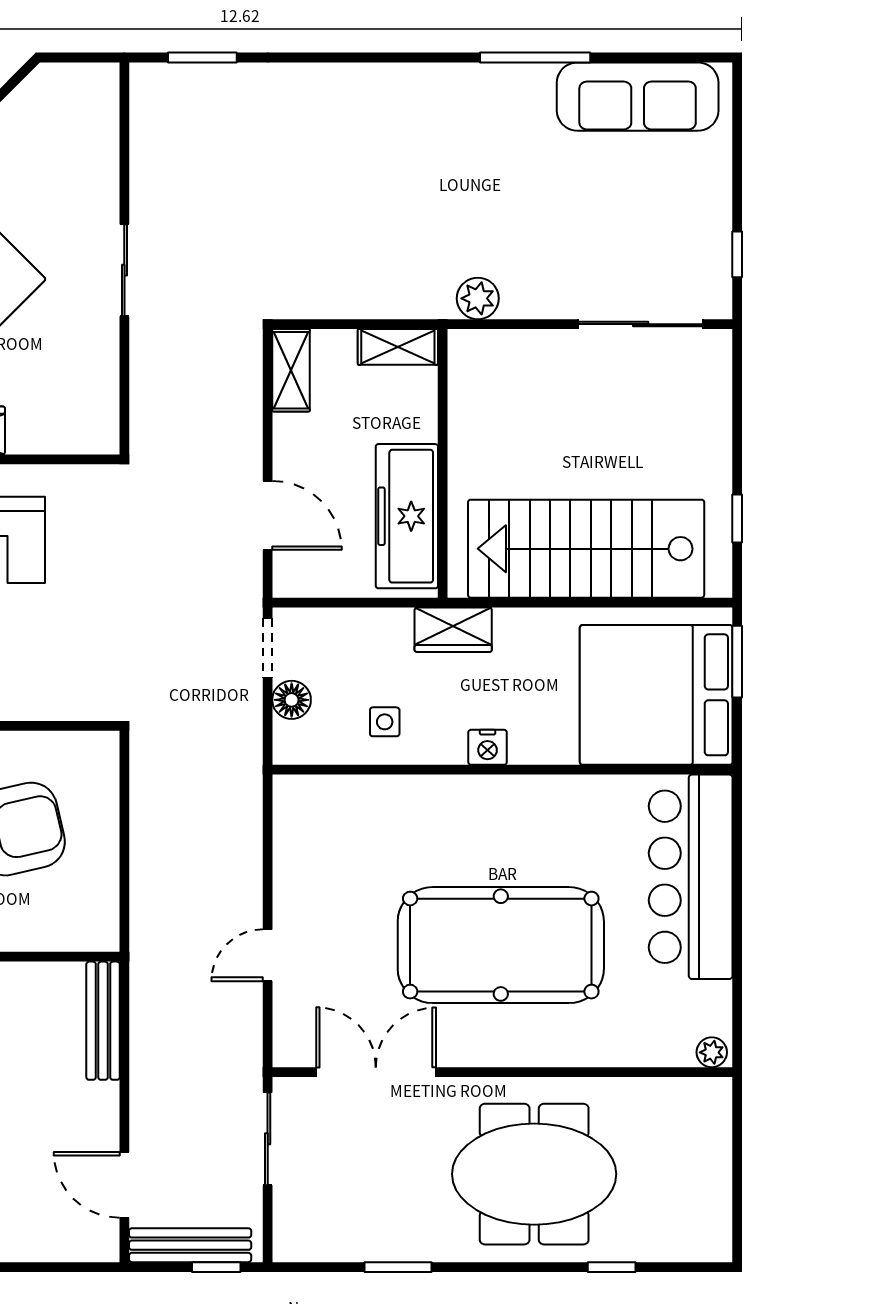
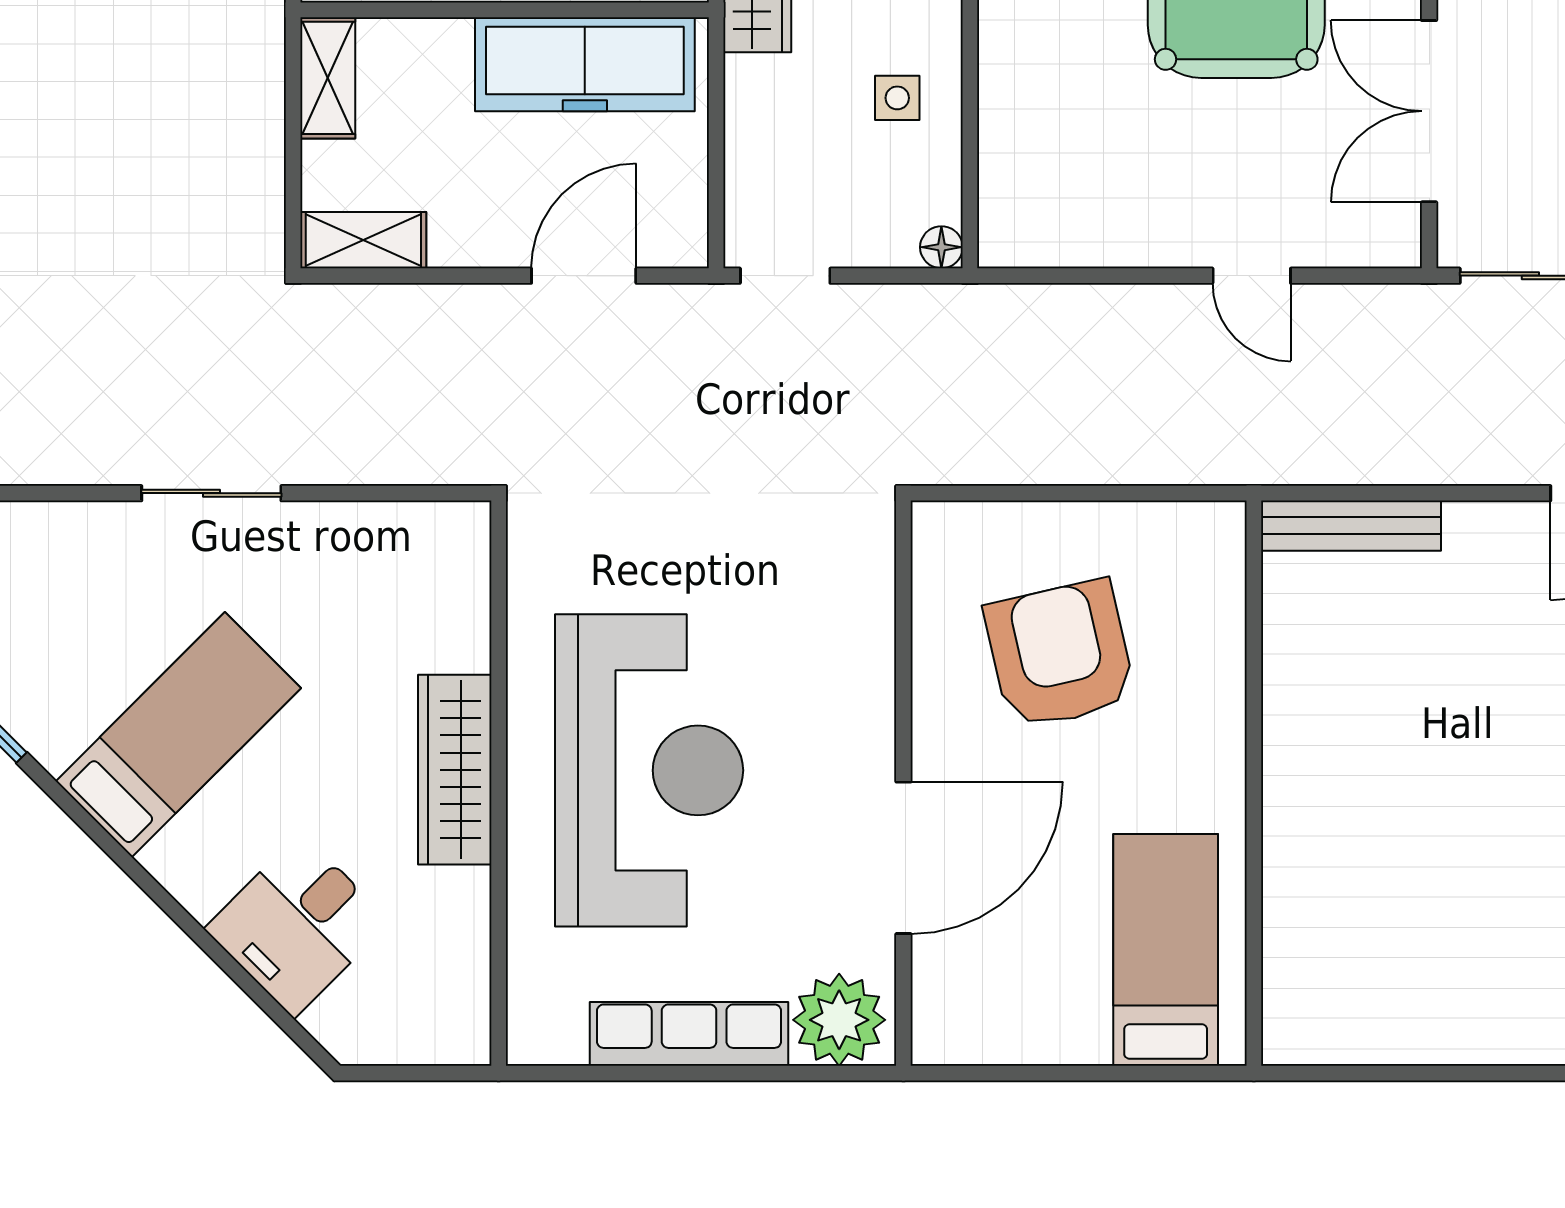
floor lamp: (292, 700) -> (941, 247), moved, width x0.73, depth x0.73

